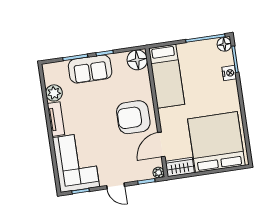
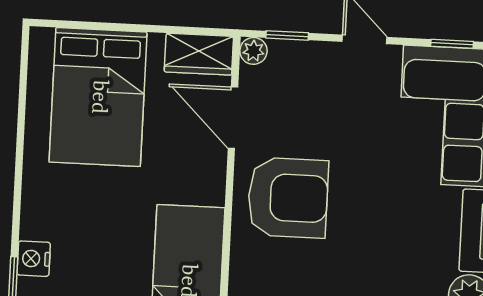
bed: (216, 142) -> (98, 97), width x0.73
door: (161, 145) -> (233, 118), swing flipped

